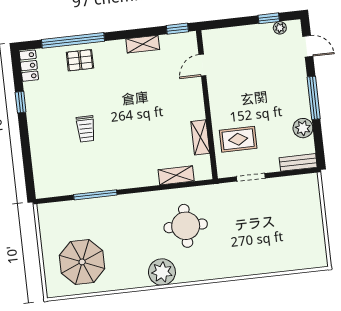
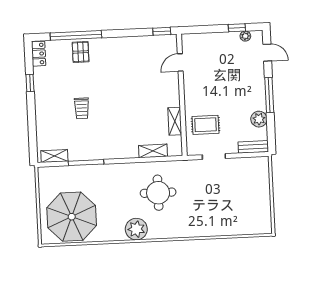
shelving: (143, 44) -> (54, 156), moved
pallet: (80, 60) -> (81, 52), turned 90
parasol: (82, 262) -> (72, 217), width x1.36, depth x1.36

